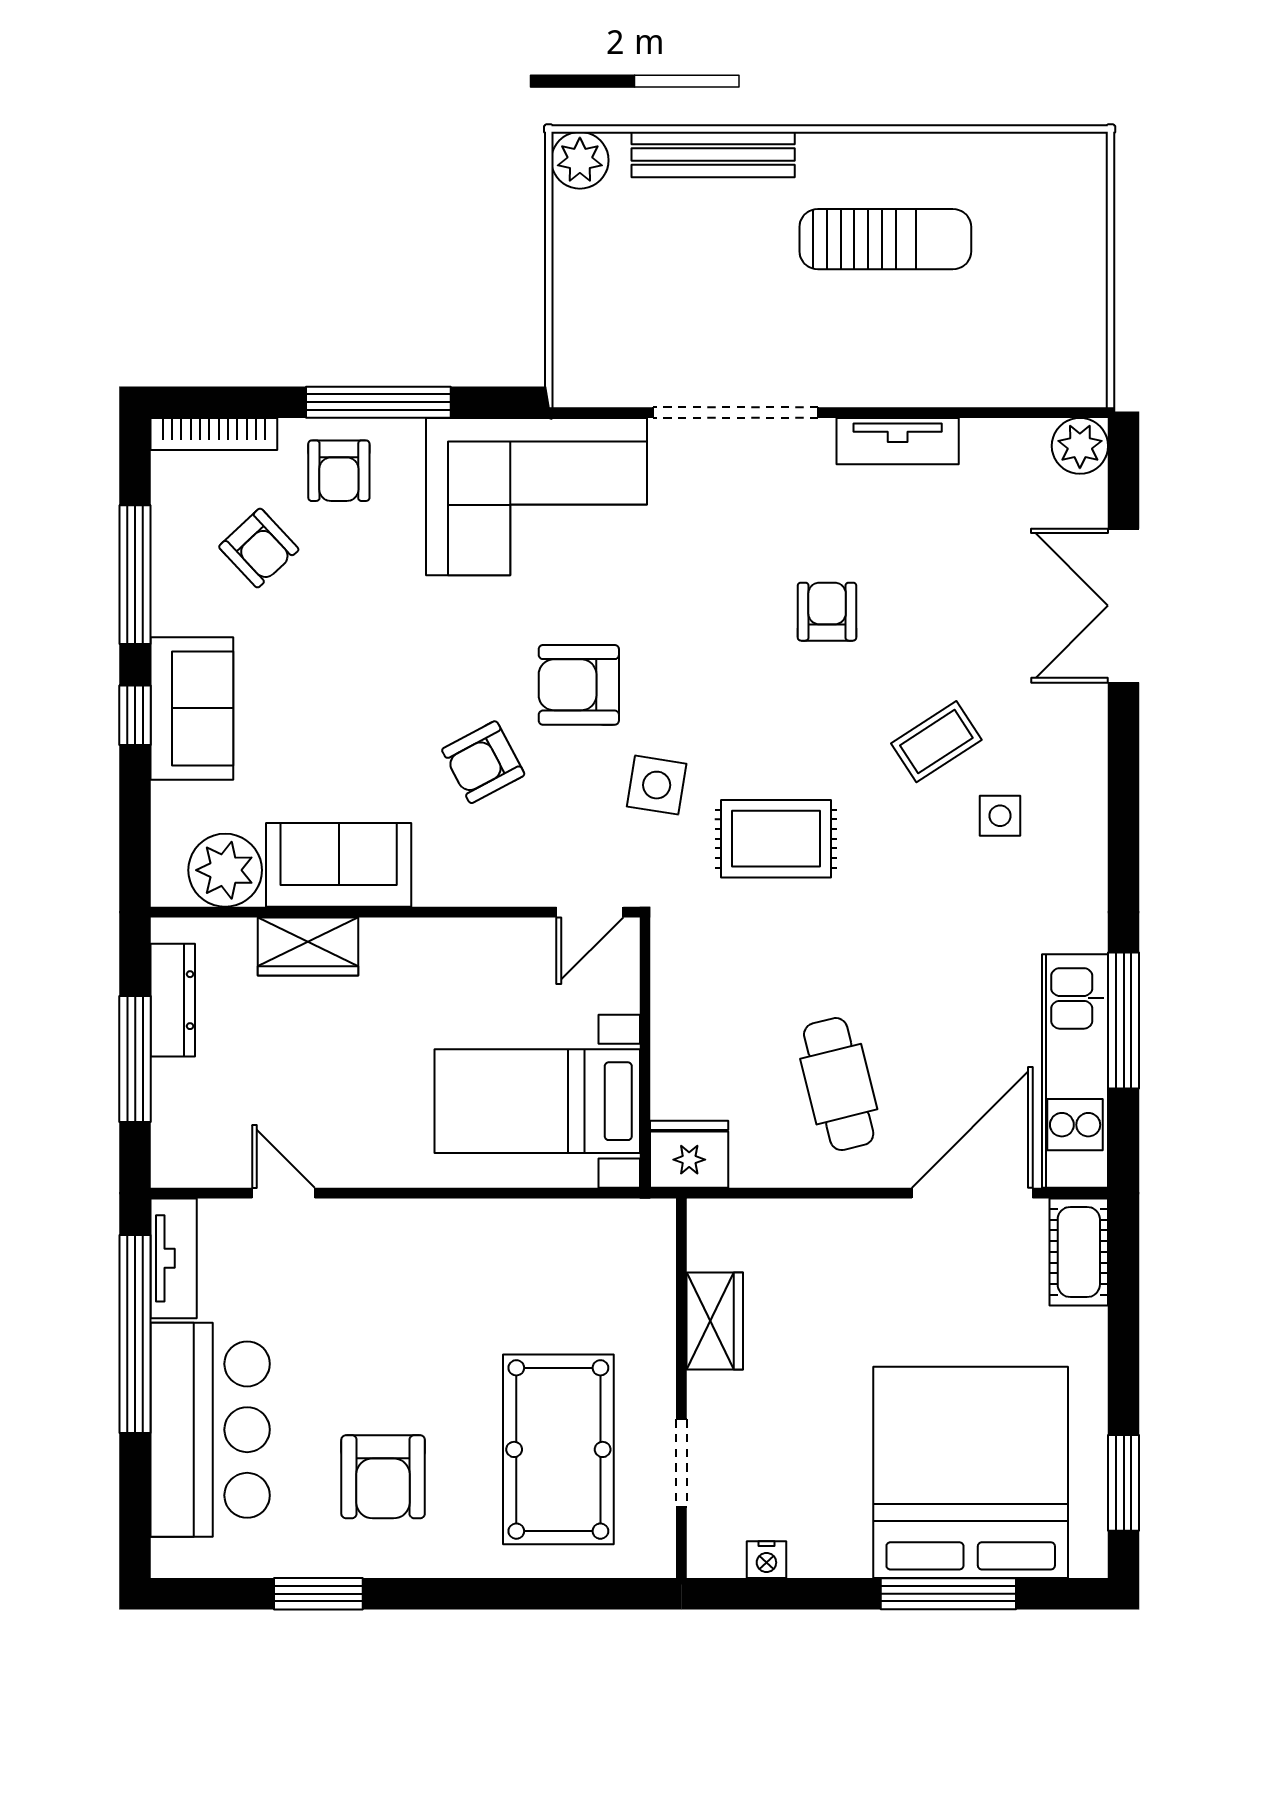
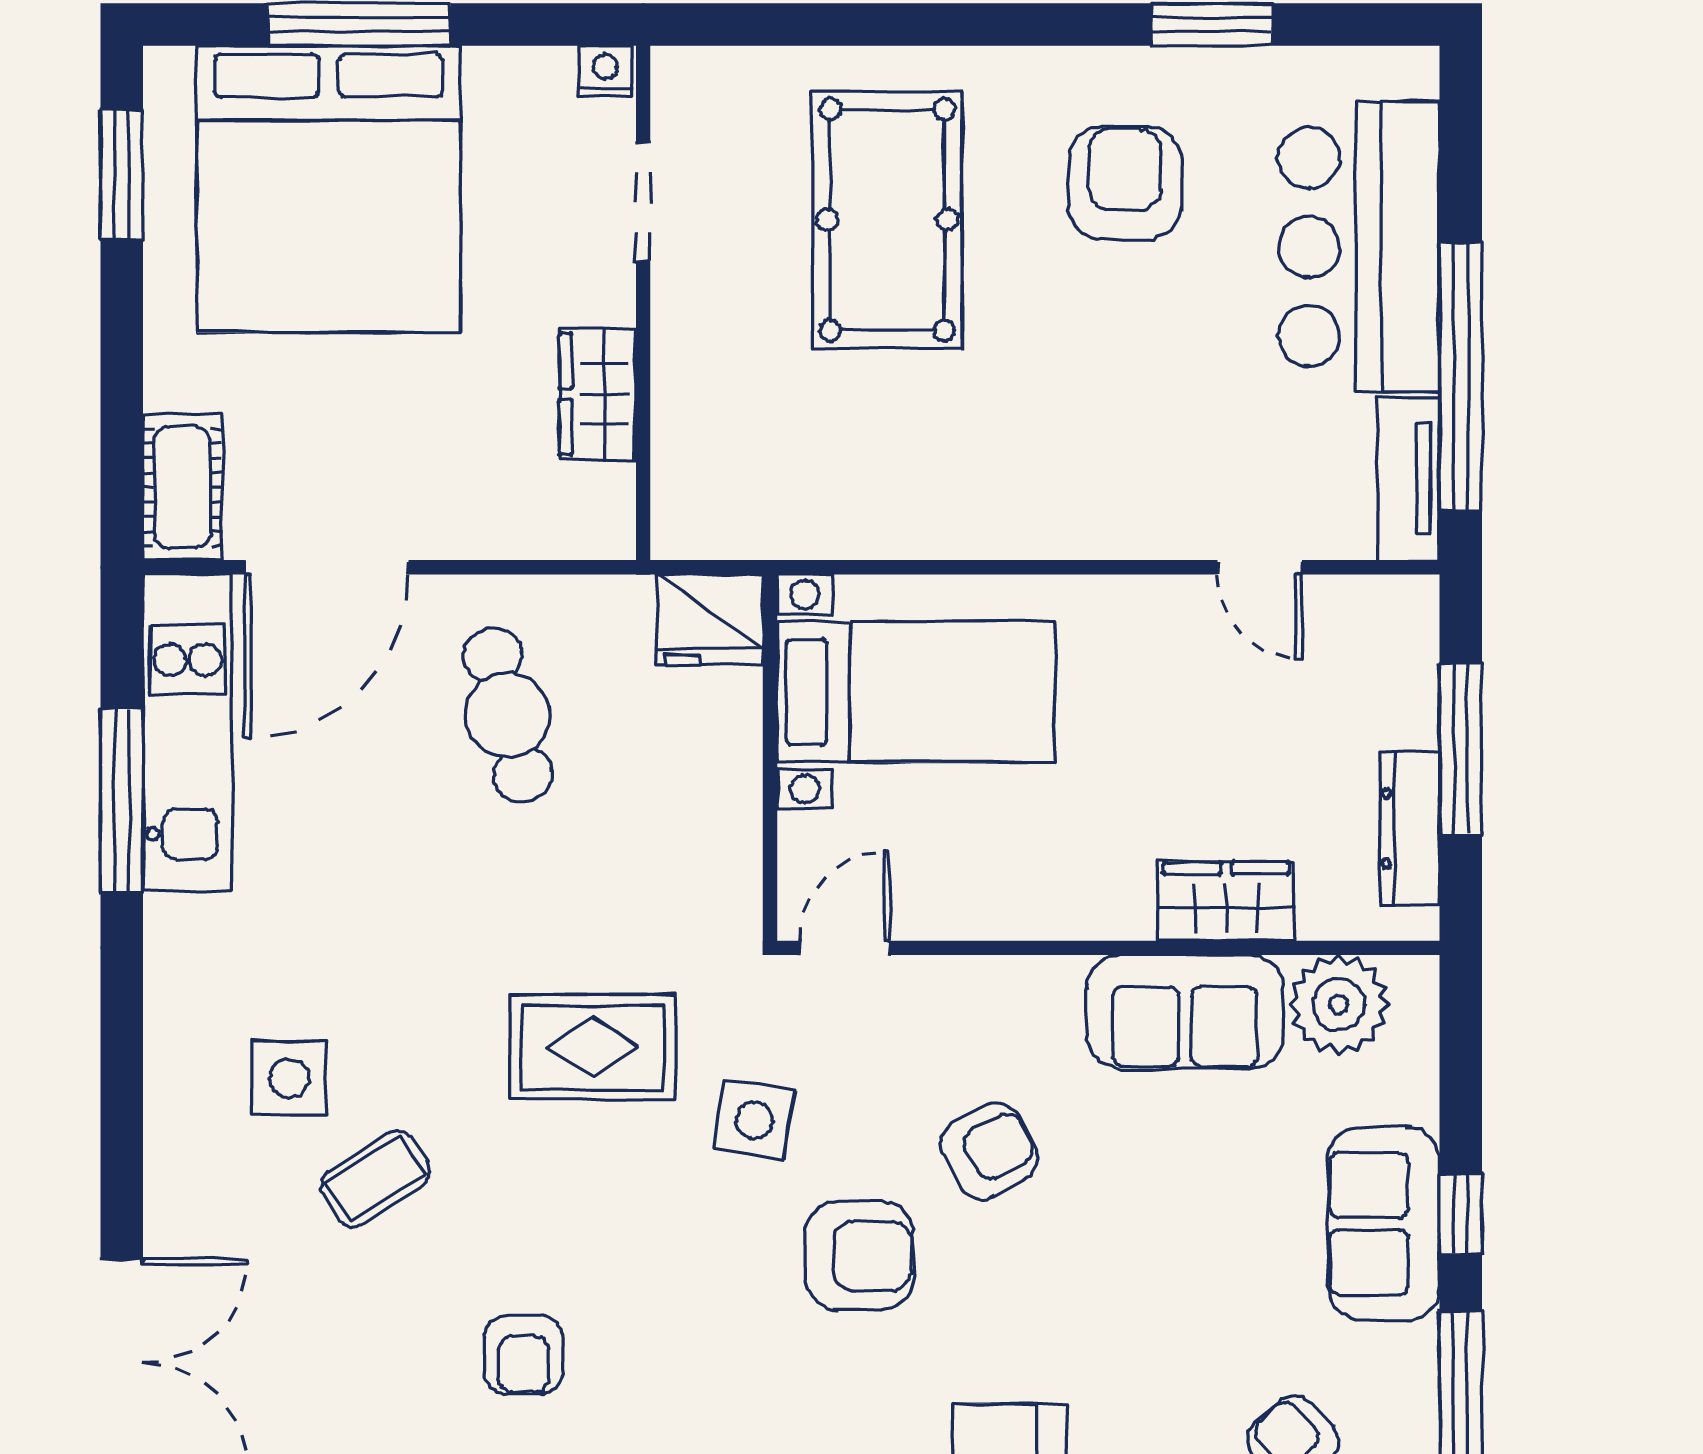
side table: (1000, 816) -> (289, 1078), width x1.37, depth x1.37
wardrobe: (715, 1321) -> (598, 394), moved
wall: (681, 1388) -> (643, 303), moved
doorway: (681, 1463) -> (643, 202), moved

